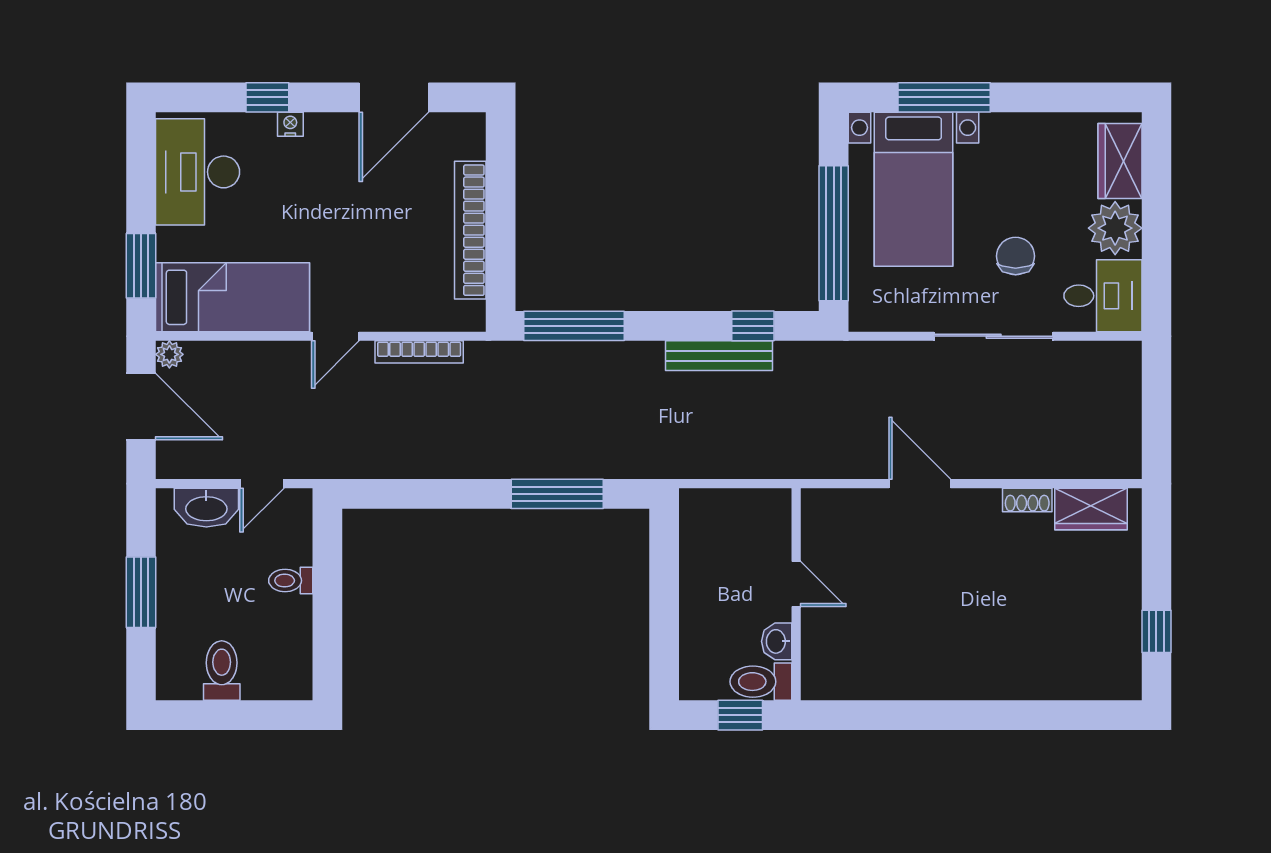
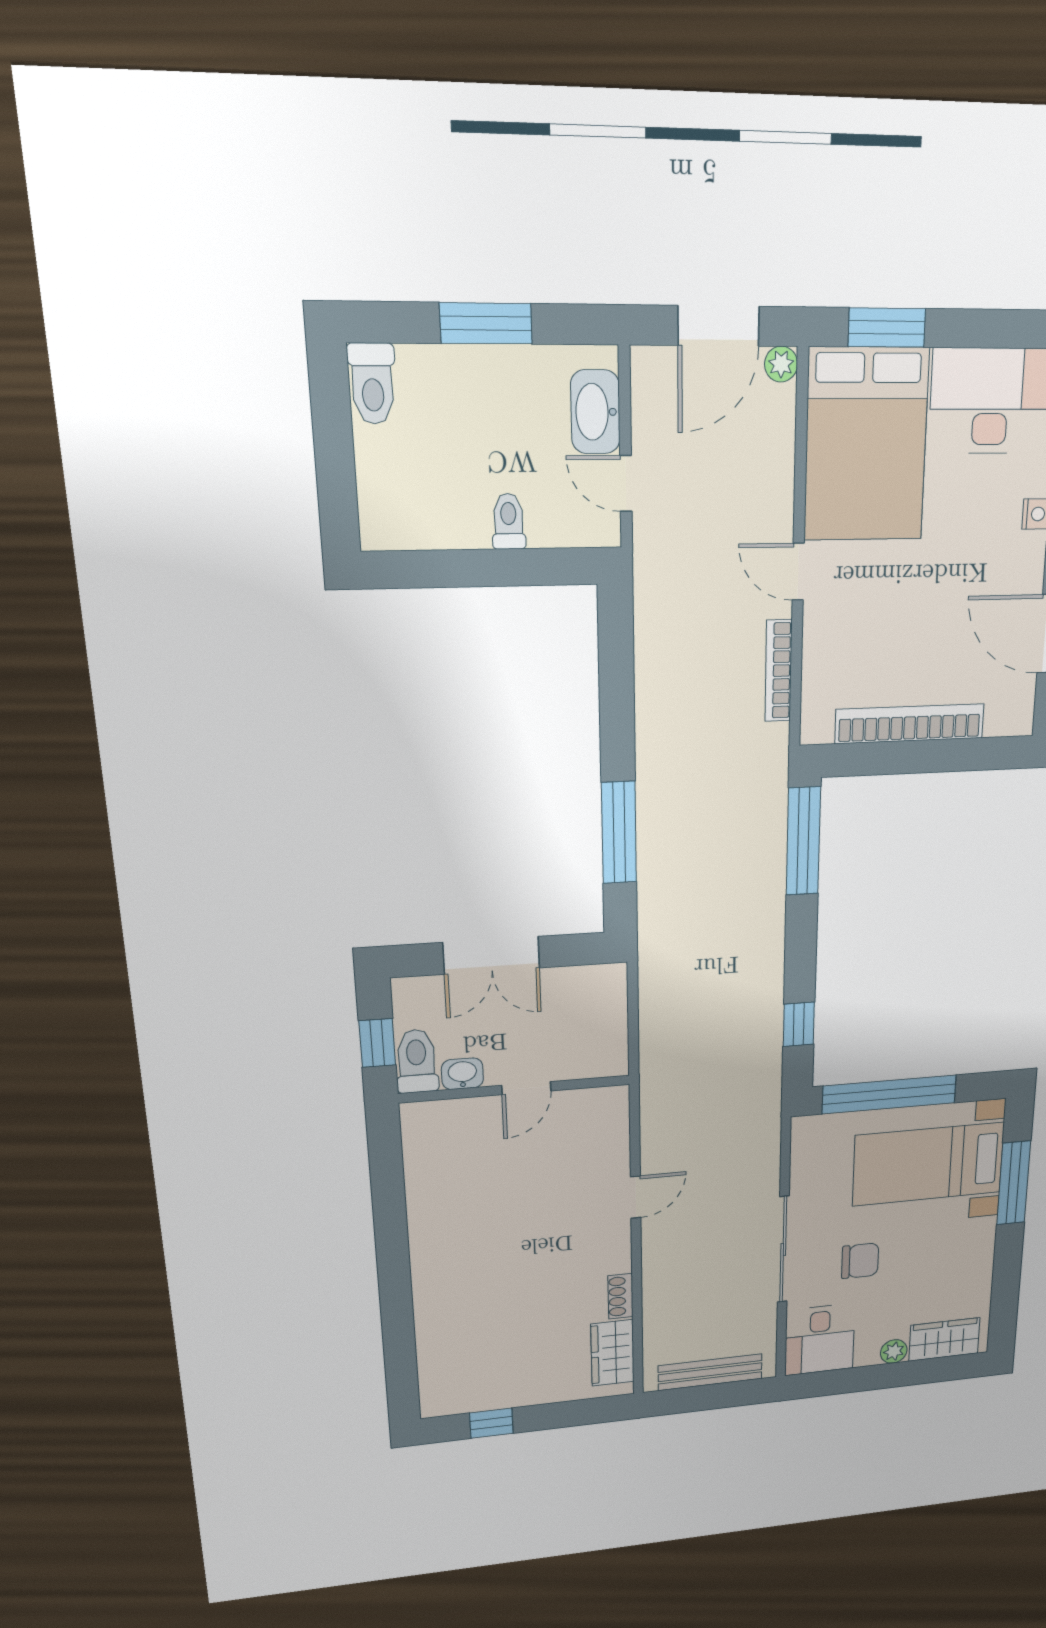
plant: (1115, 228) -> (894, 1351), width x0.53, depth x0.53
bed: (232, 297) -> (866, 445), width x1.50
bench: (719, 356) -> (710, 1372), moved, turned 90
door: (920, 484) -> (636, 1197), width x0.73
double door: (664, 610) -> (491, 955), added
toilet: (222, 671) -> (372, 384), moved, turned 90

